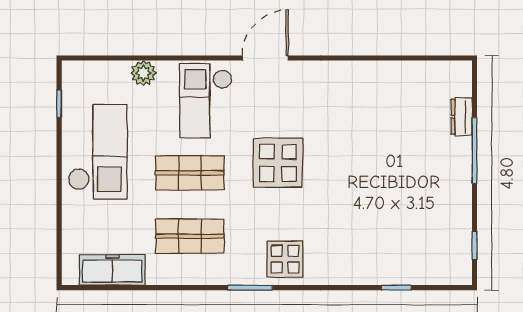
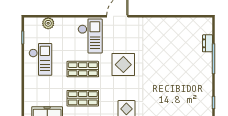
plant: (143, 73) -> (48, 23), moved
checkout: (206, 101) -> (90, 36), turned 180
checkout: (98, 152) -> (40, 59), width x0.73, depth x0.83

